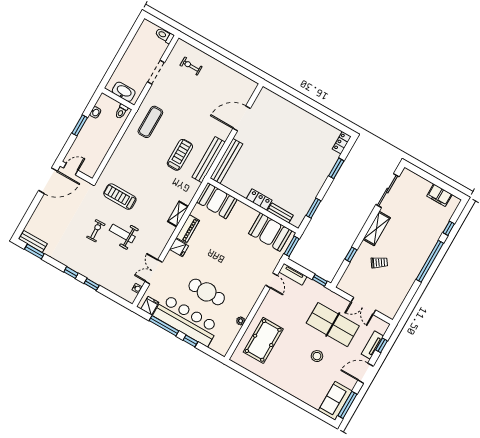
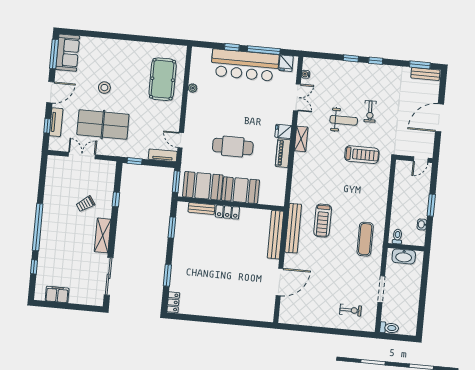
door: (48, 181) -> (440, 118), moved
booth: (217, 201) -> (241, 190), moved
shelving: (178, 214) -> (301, 139), moved
cafe table: (207, 292) -> (233, 147), moved

